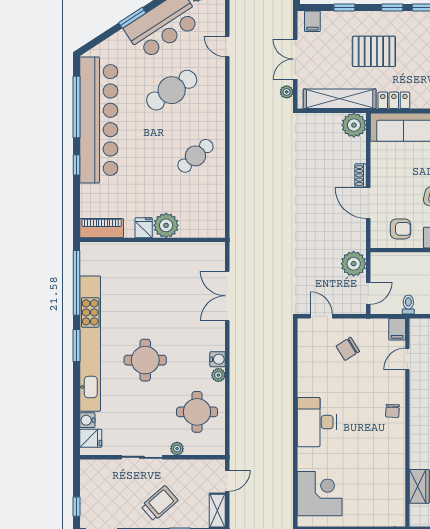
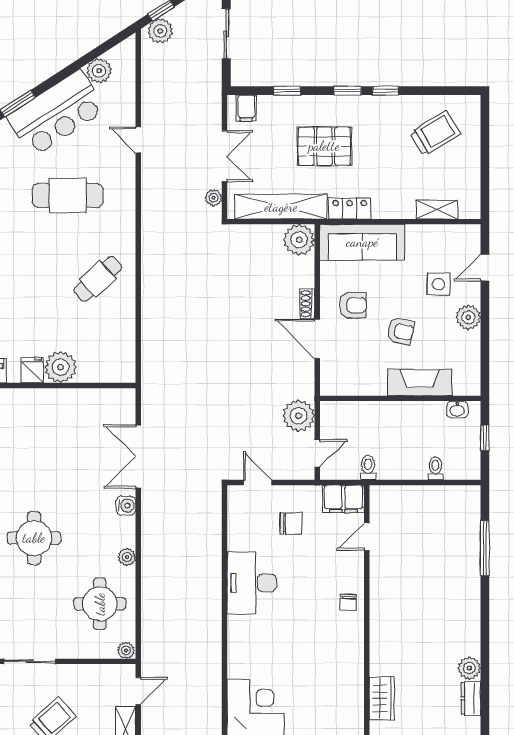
double door: (295, 59) -> (224, 156), swing flipped
cafe table: (172, 90) -> (68, 195), turned 34
armchair: (401, 229) -> (353, 305), moved
filing cabinet: (397, 329) -> (343, 499), width x2.00
chair: (348, 349) -> (291, 524), turned -148
water cooler: (218, 359) -> (126, 506), moved
desk: (317, 422) -> (252, 583), moved
plant: (177, 449) -> (126, 650), moved

